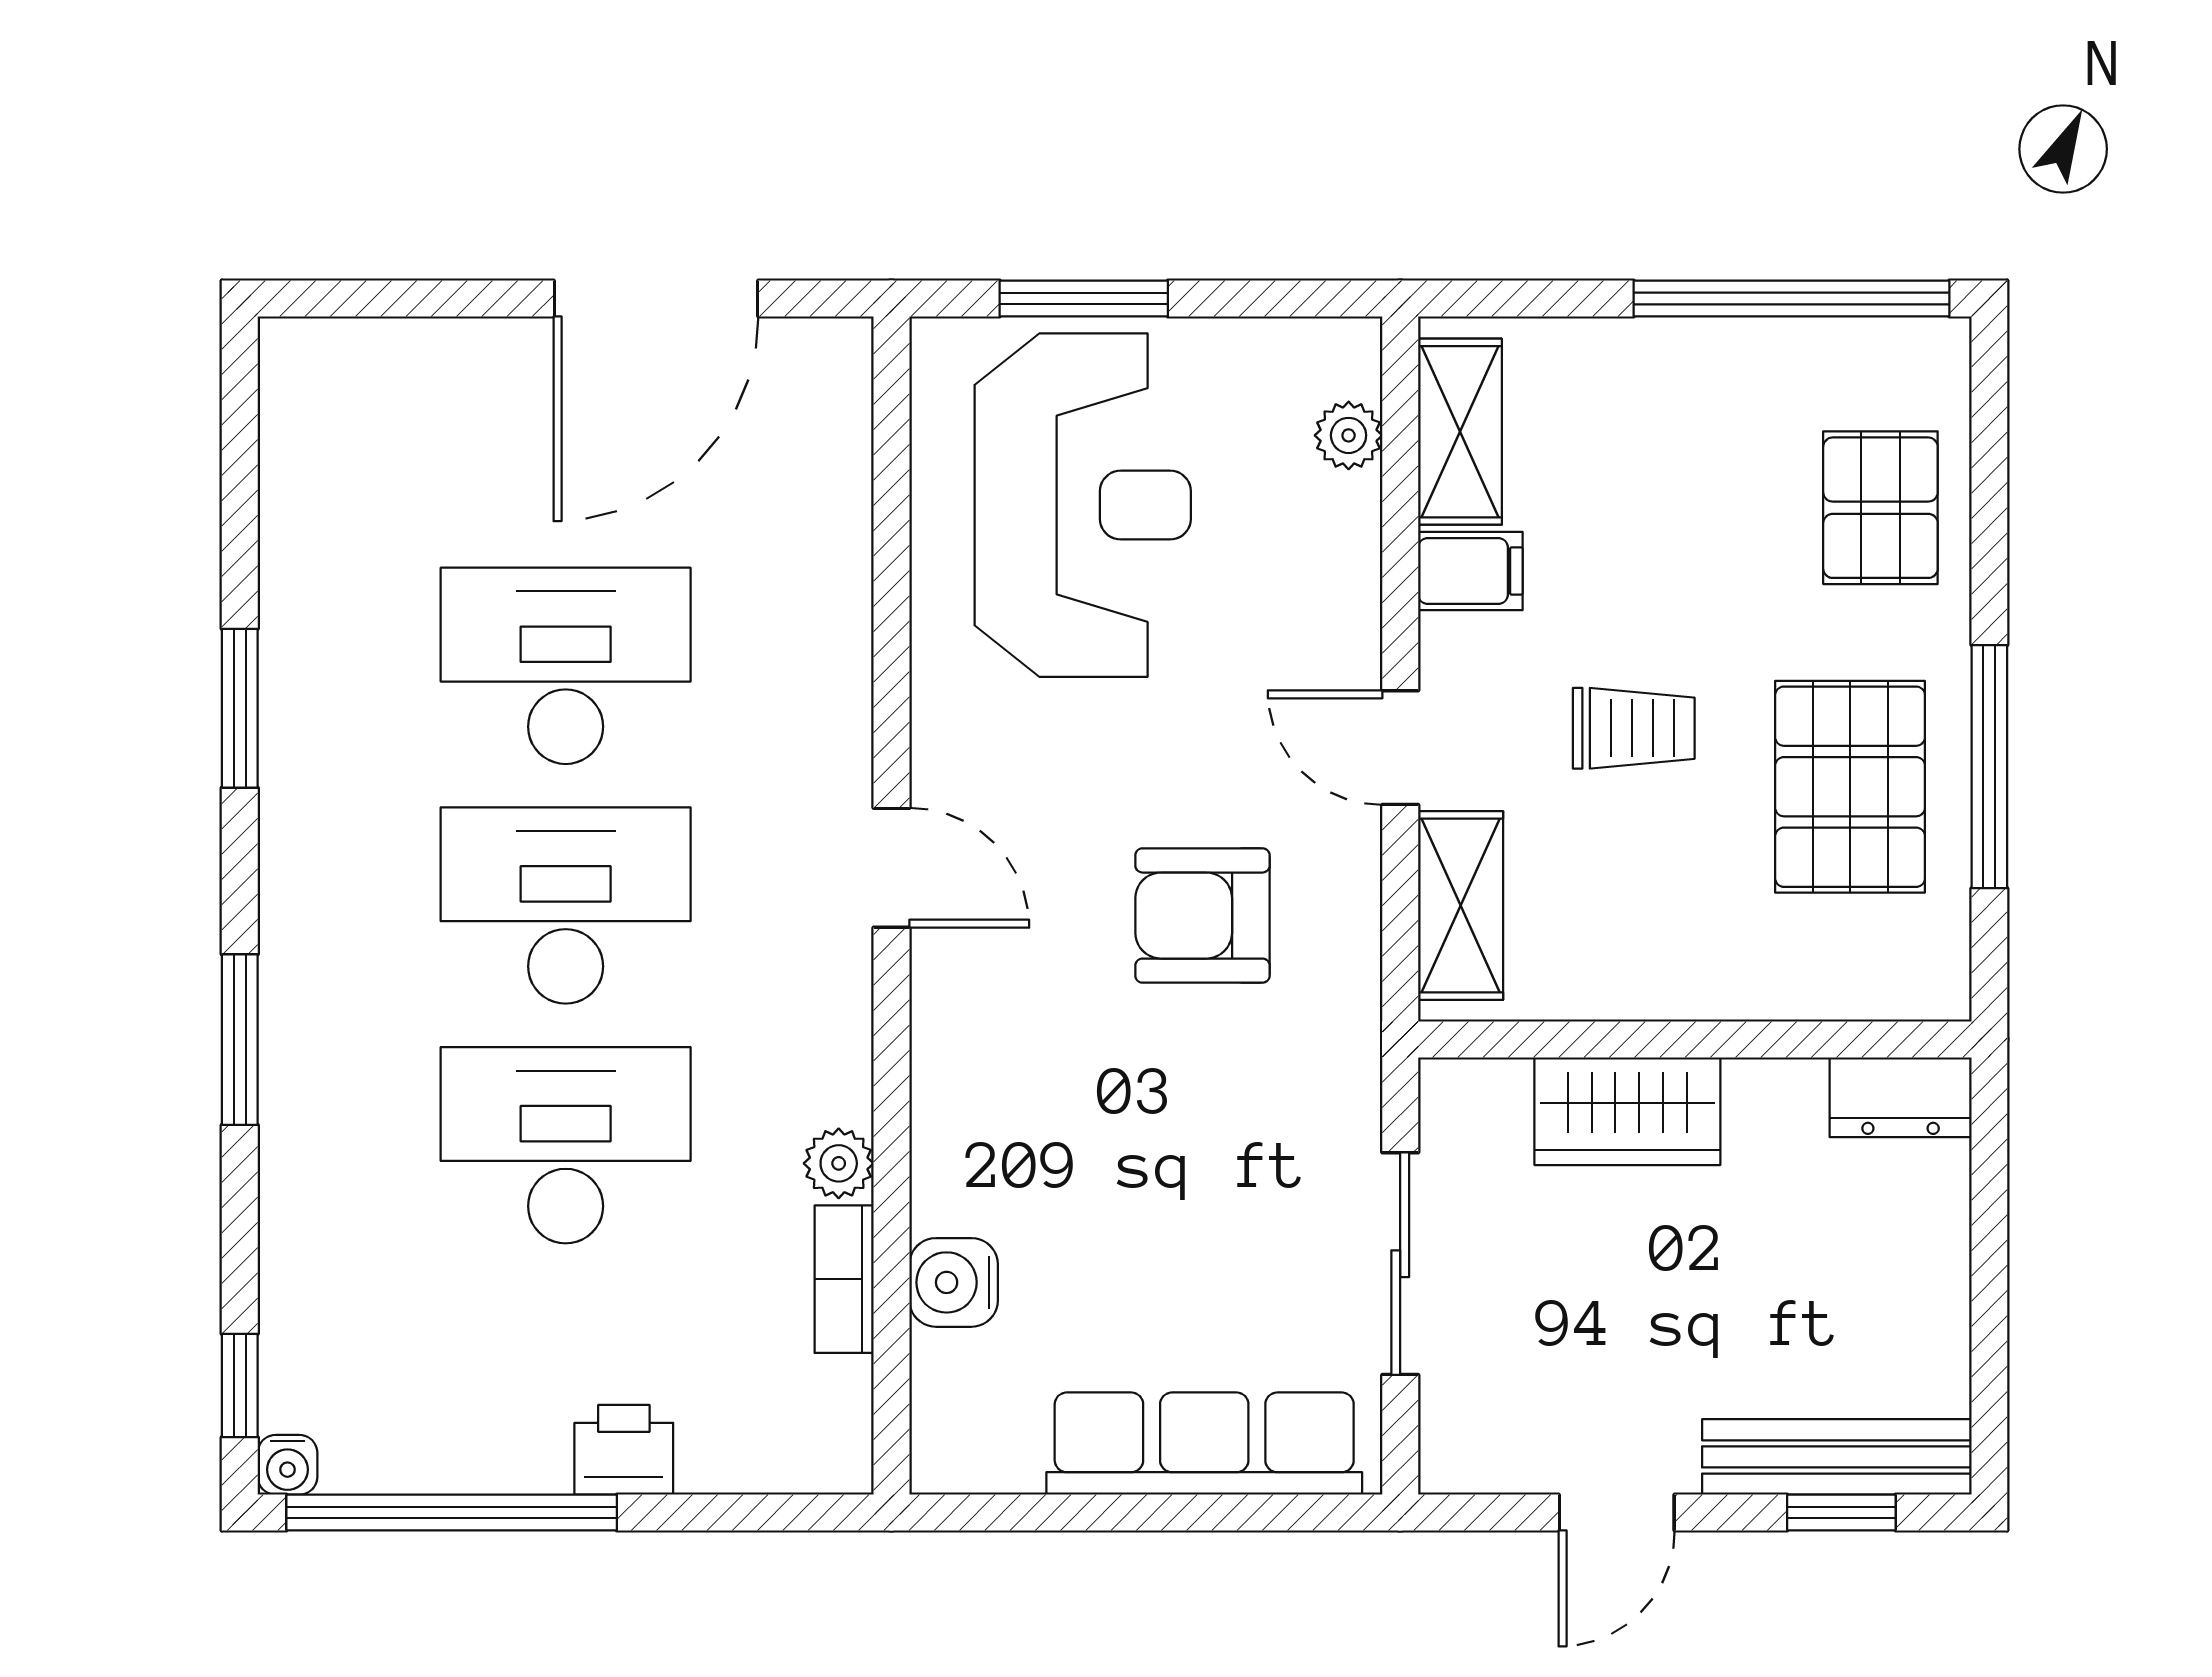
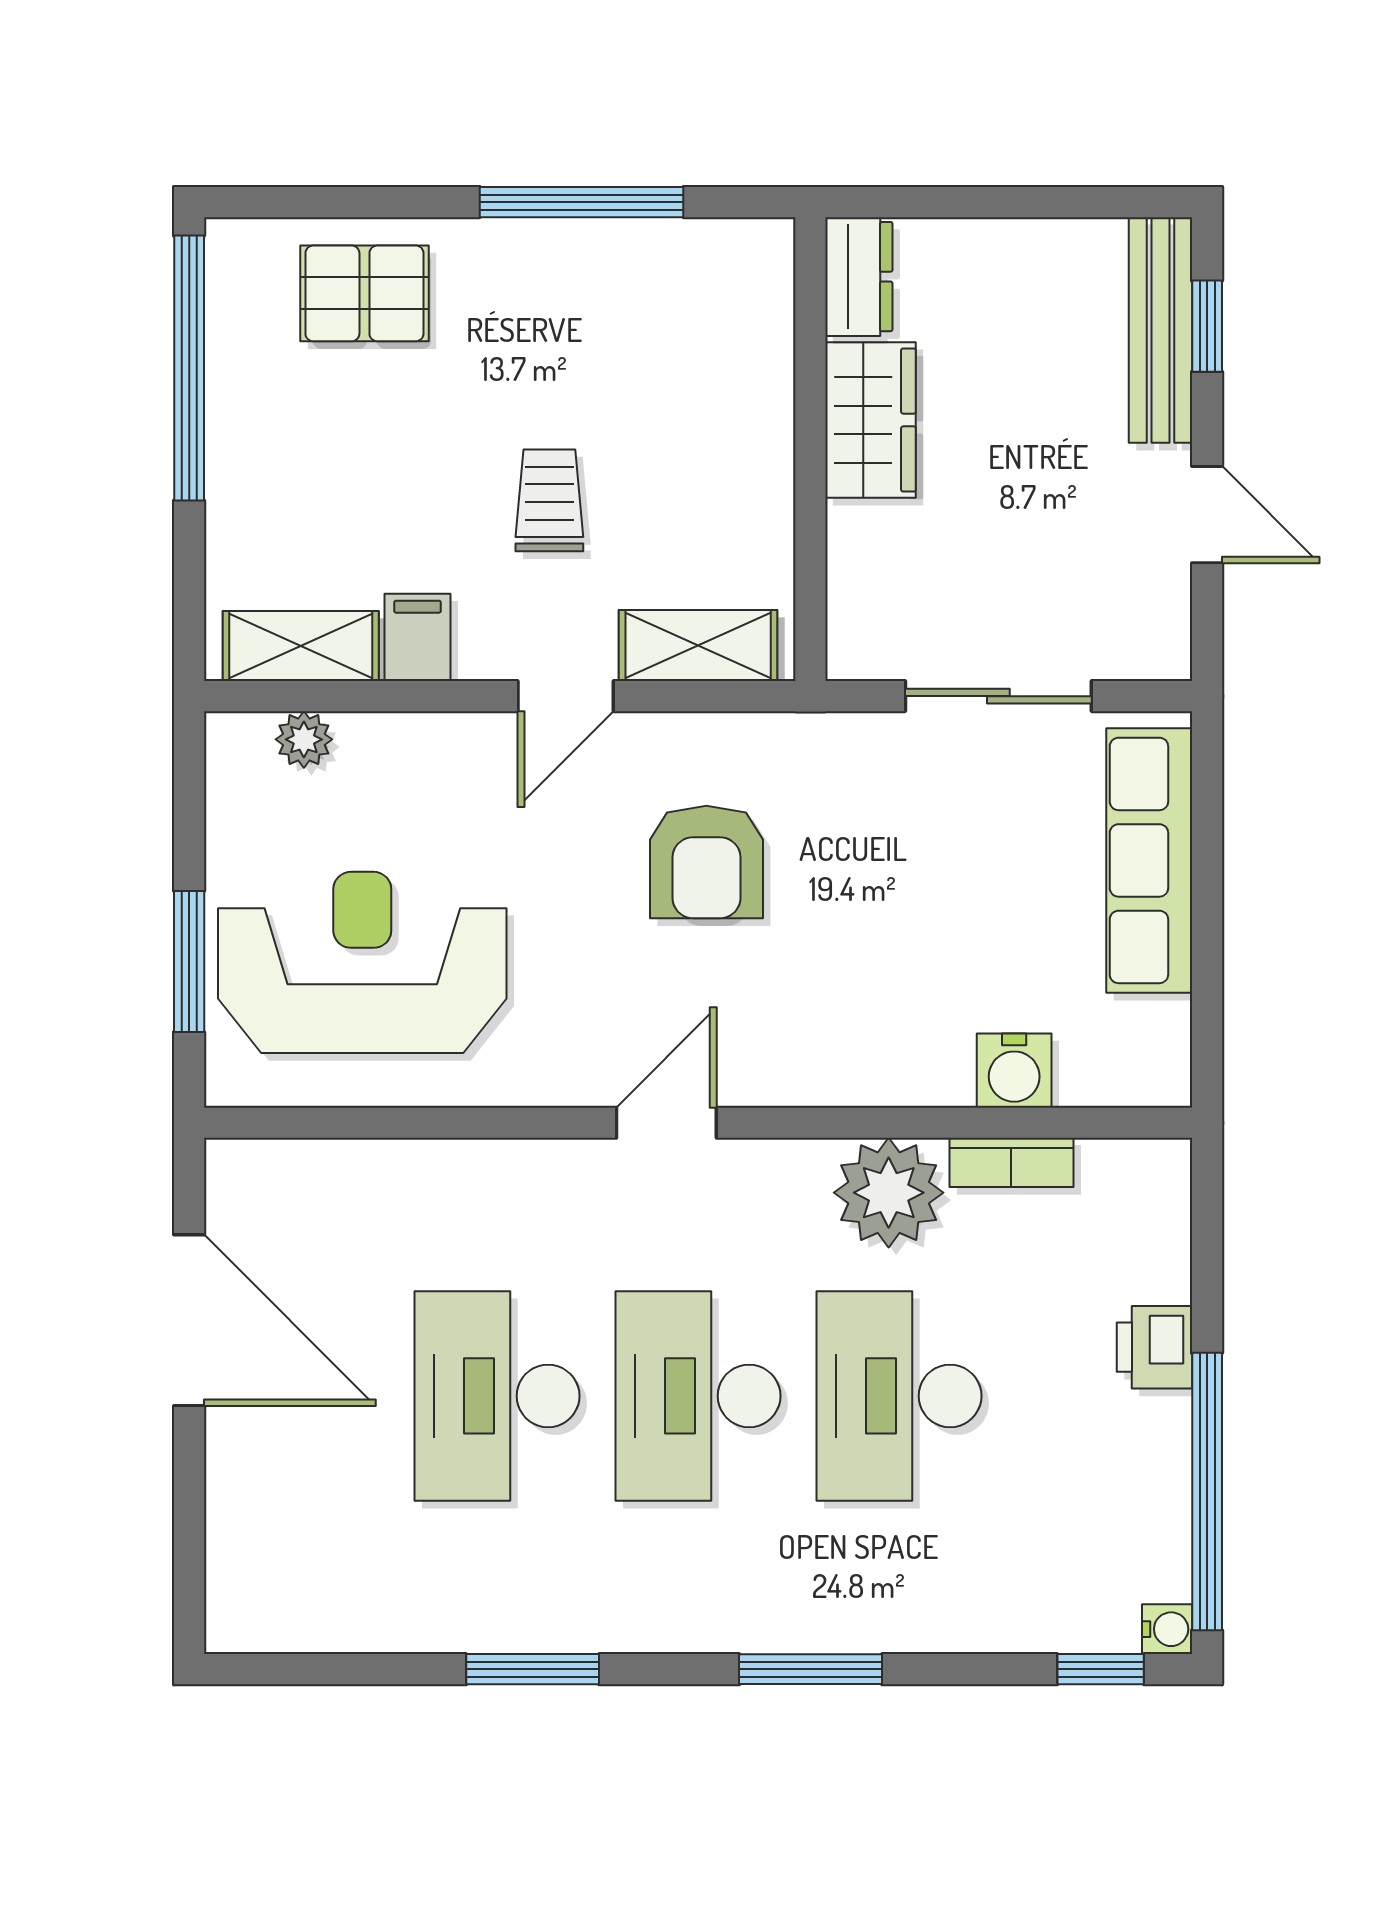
pallet: (1850, 787) -> (598, 319), removed
wardrobe: (1627, 1111) -> (870, 420), moved
plant: (839, 1163) -> (889, 1193), width x1.87, depth x1.87

